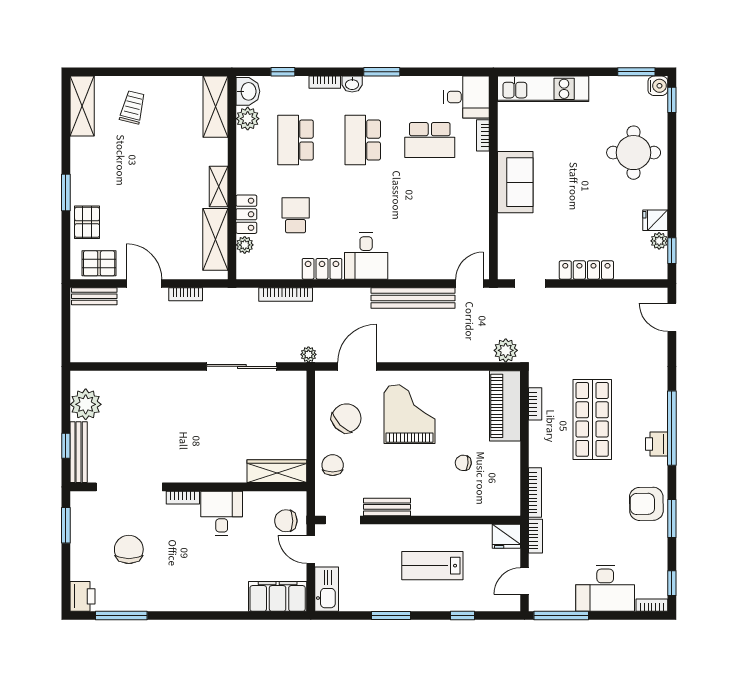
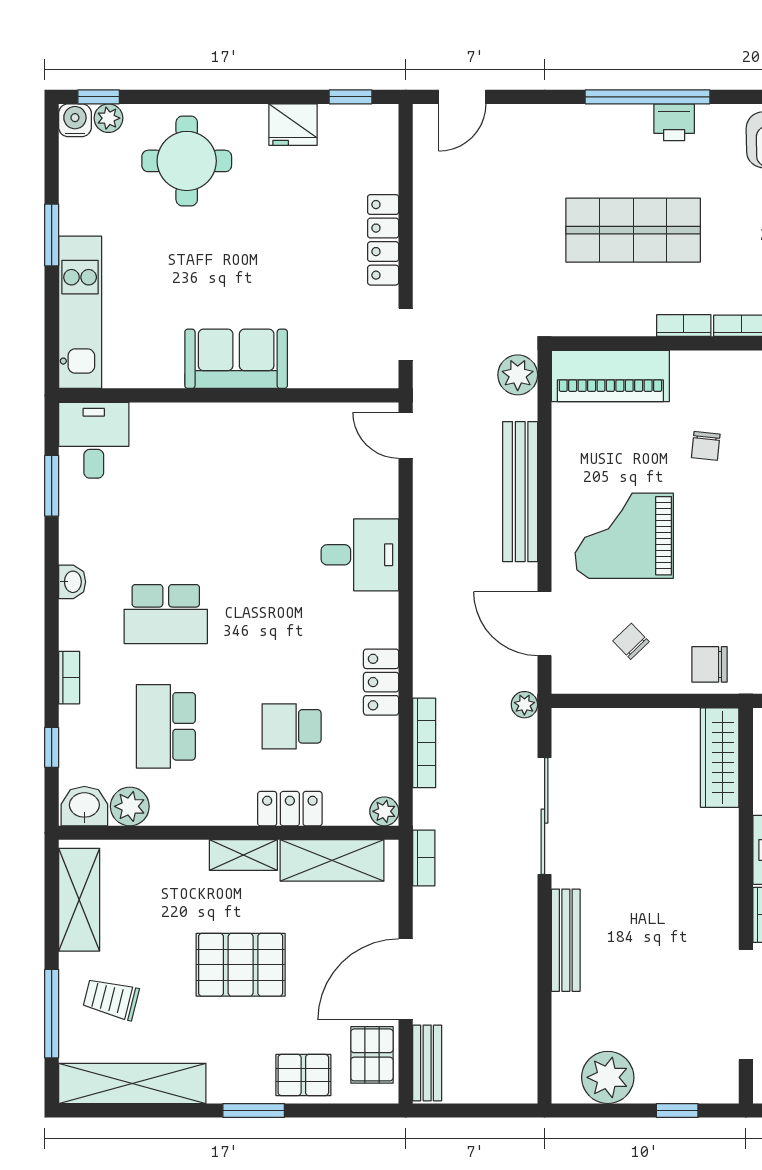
window: (124, 72) -> (52, 1014), added
window: (382, 72) -> (52, 486), moved
window: (636, 72) -> (52, 235), moved
washbasin: (352, 84) -> (72, 582), moved
shelving: (82, 106) -> (132, 1083), width x1.47
shelving: (215, 107) -> (79, 900), moved, turned 90
bookcase: (483, 135) -> (158, 413), removed
school desk: (296, 140) -> (166, 726), turned 90
school desk: (430, 140) -> (166, 502), removed
pallet: (153, 185) -> (241, 965), added
fridge: (655, 220) -> (293, 125), width x1.38
plant: (659, 241) -> (108, 118), moved
plant: (245, 245) -> (384, 811), moved
desk: (366, 256) -> (360, 555), moved
door: (144, 283) -> (406, 979), width x1.36
bookcase: (186, 294) -> (424, 858), moved
bench: (413, 298) -> (520, 492), moved
bookcase: (535, 404) -> (684, 326), moved
chair: (346, 418) -> (631, 641), width x0.54, depth x0.54
bench: (79, 452) -> (566, 940), moved, turned 90

